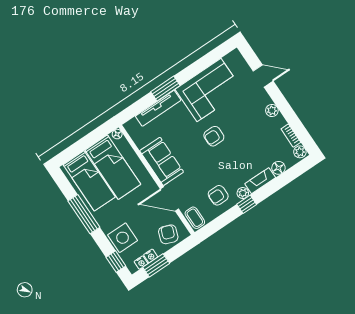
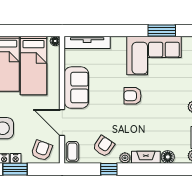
window: (165, 89) -> (162, 31), moved
tv unit: (158, 108) -> (87, 42), moved
armchair: (218, 195) -> (104, 146), turned 124
window: (247, 204) -> (109, 169), moved

